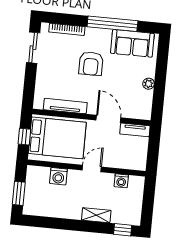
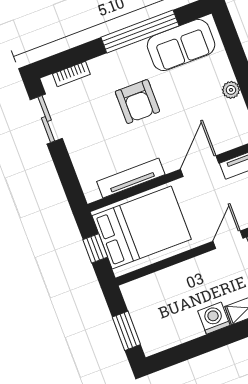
bookcase: (67, 29) -> (71, 74), width x0.64
door: (108, 119) -> (200, 166), hinge flipped
door: (92, 169) -> (228, 240), moved
washing machine: (58, 176) -> (214, 318), moved, turned 180

